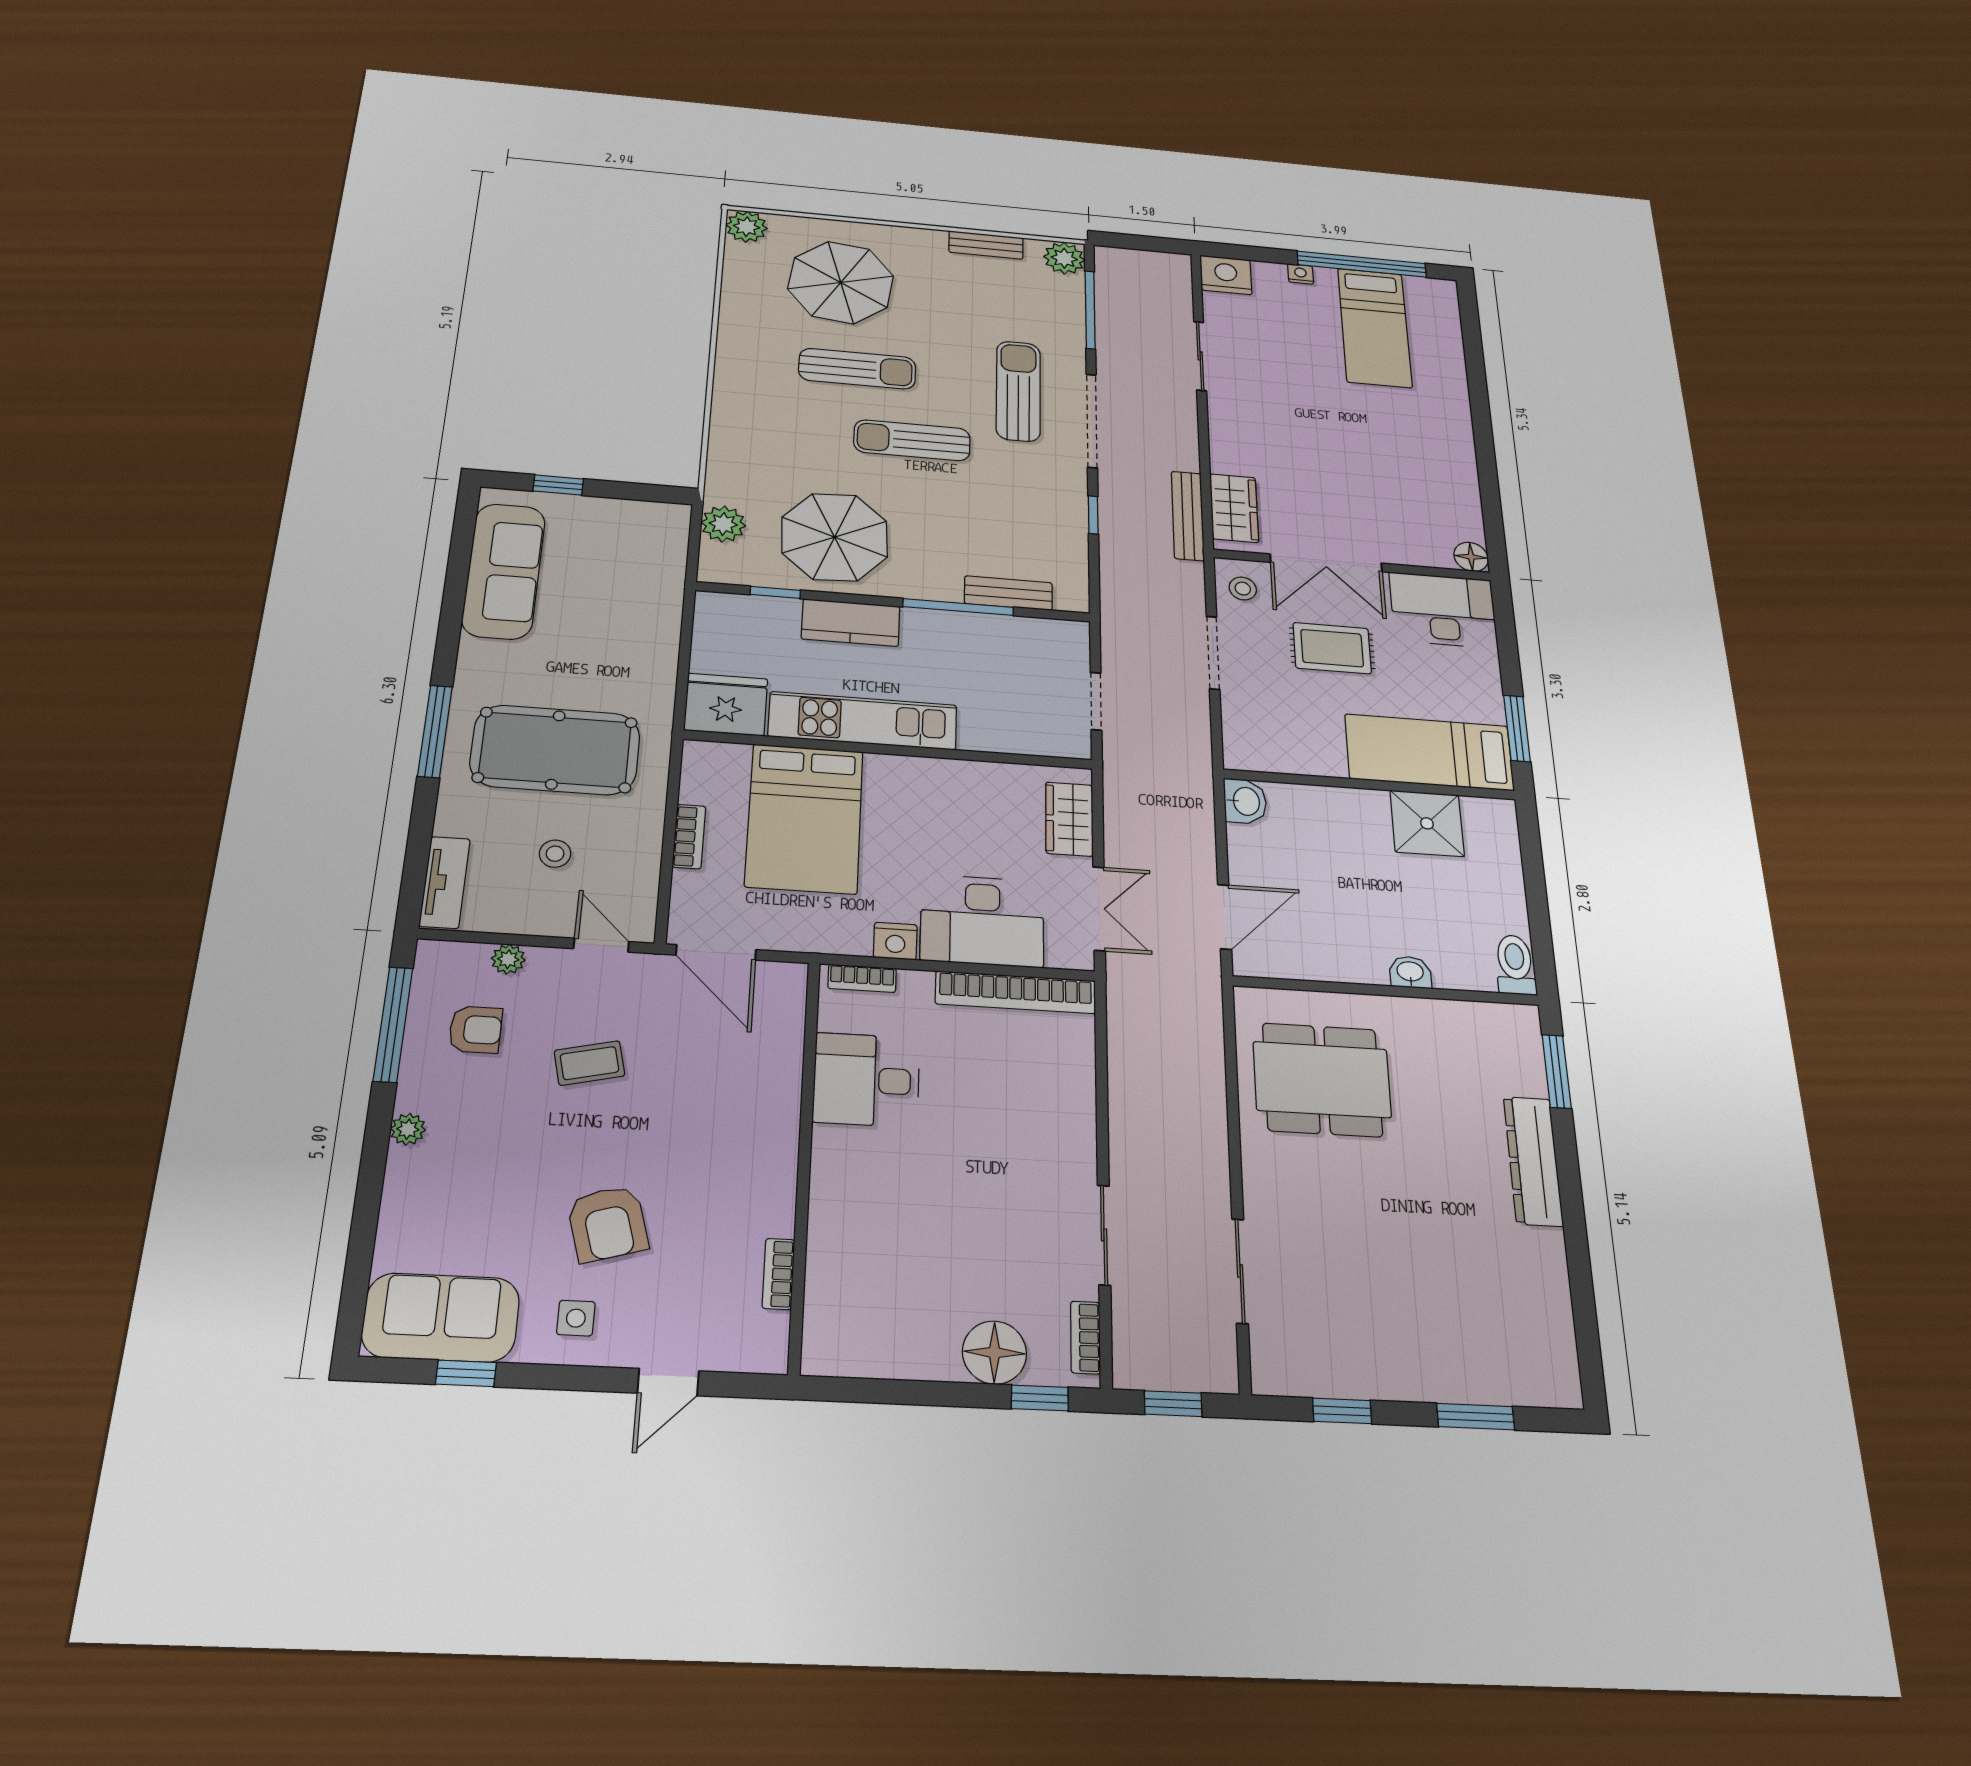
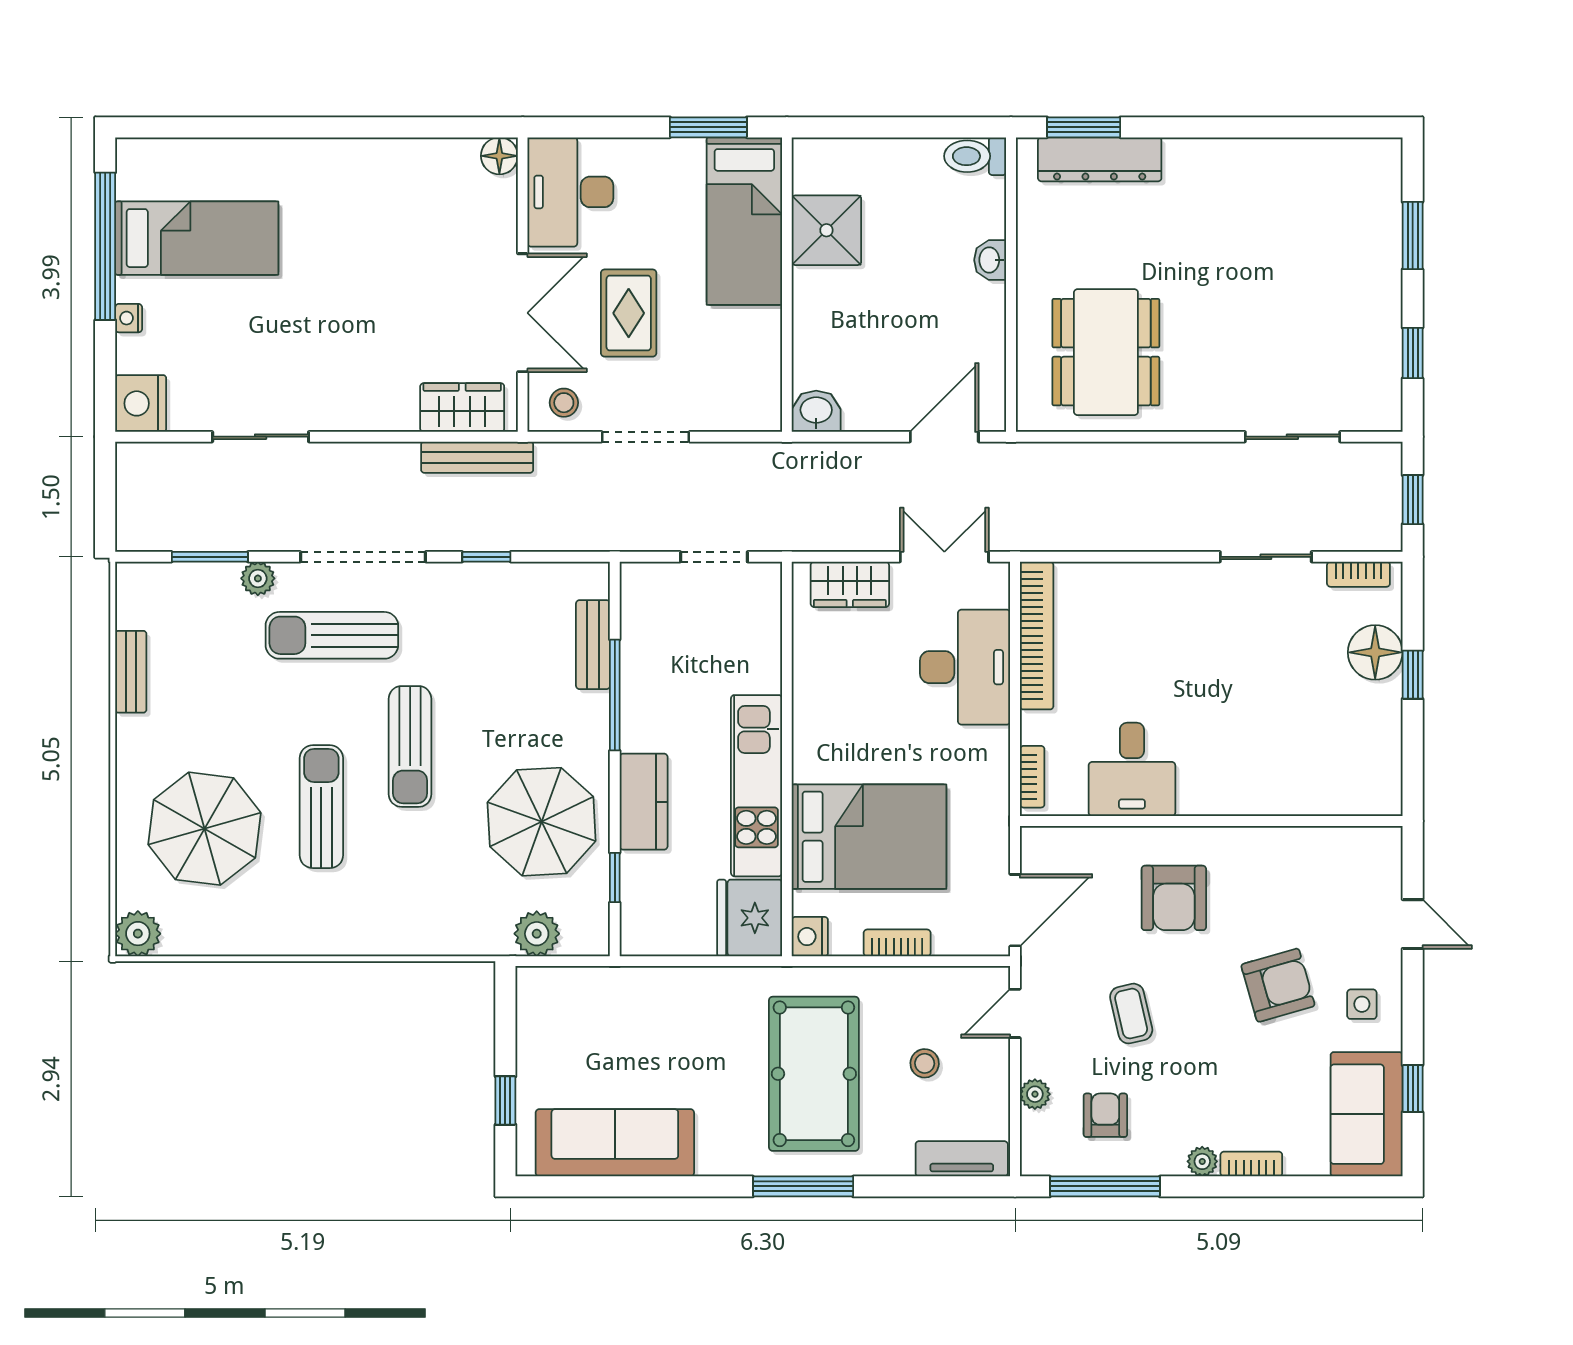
plant: (1064, 258) -> (258, 578), moved, width x0.73, depth x0.73
window: (1090, 310) -> (210, 557), width x0.69
door: (1225, 917) -> (944, 437), hinge flipped
nightstand: (895, 941) -> (810, 937), moved, turned 180
armchair: (718, 1116) -> (1174, 898), added
dresser: (1533, 1161) -> (1100, 159), moved
bookcase: (778, 1274) -> (1251, 1164), moved, turned 180
window: (1040, 1398) -> (1413, 675), moved

